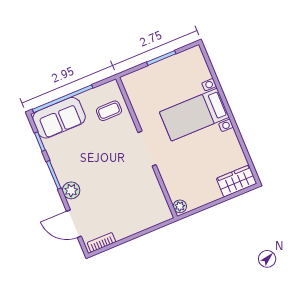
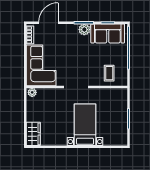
sofa: (59, 118) -> (108, 33), moved, turned -90
plant: (71, 190) -> (84, 30), moved
corner sofa: (137, 210) -> (41, 65), added

